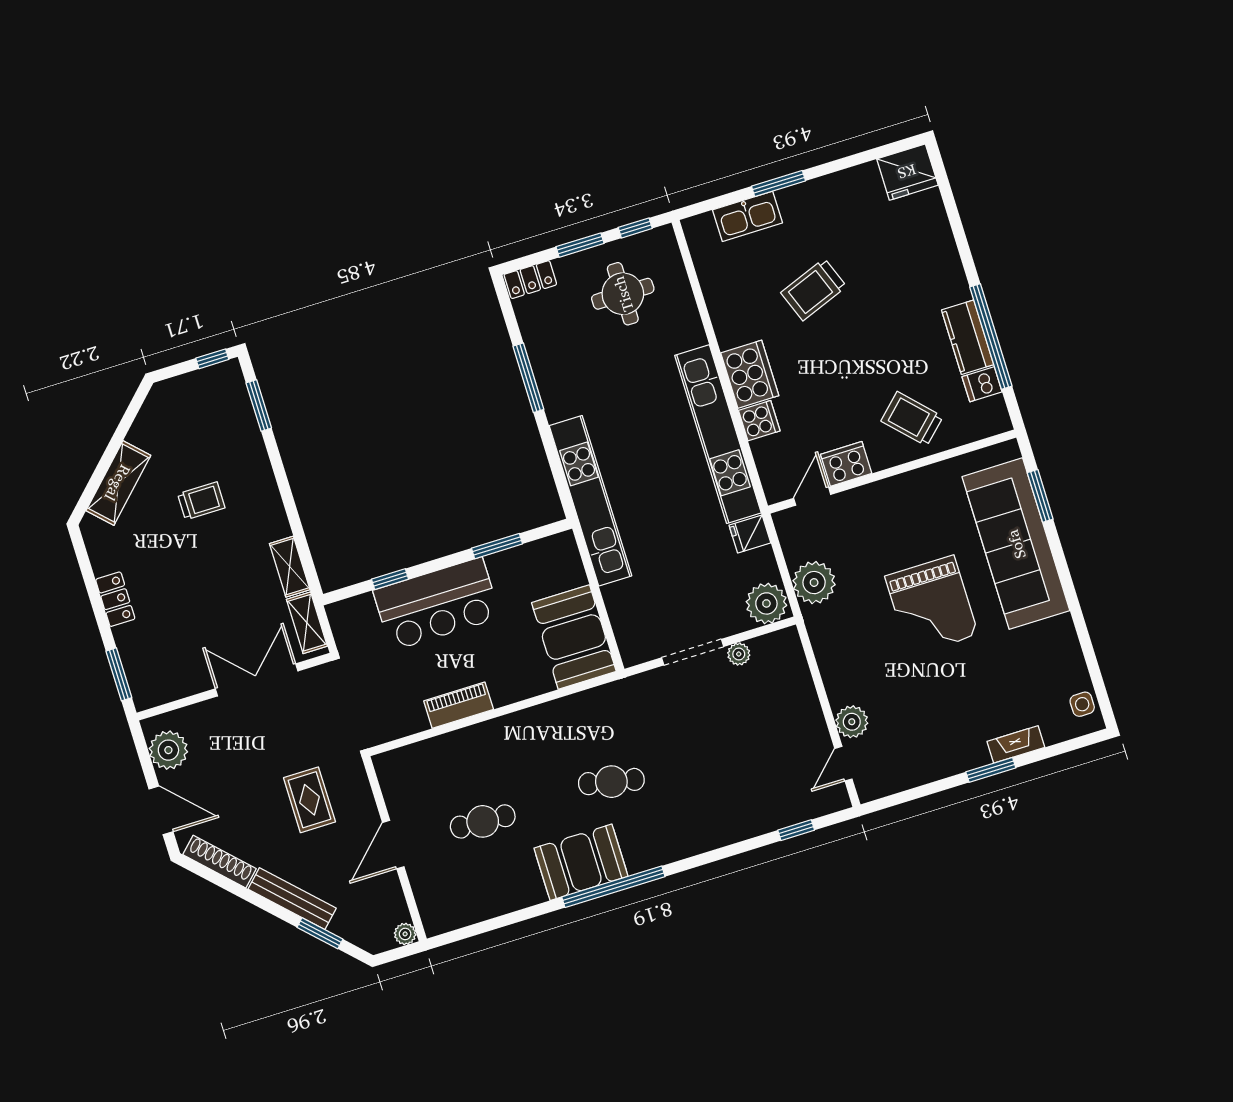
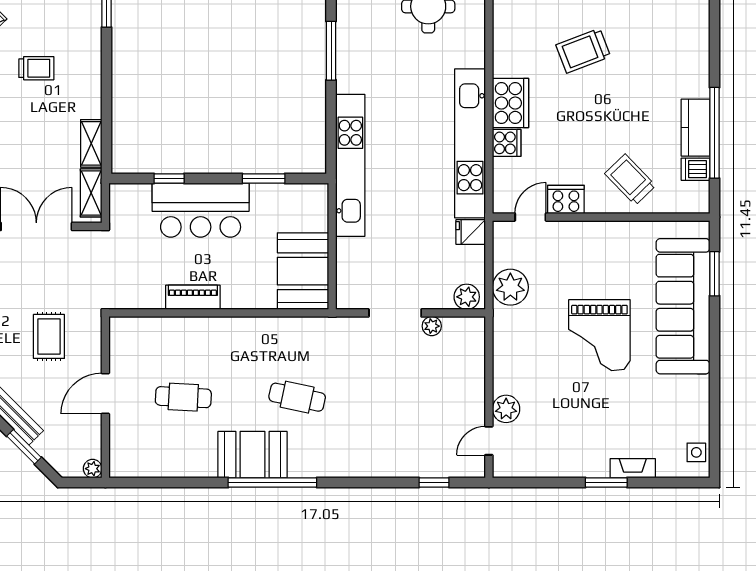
plant: (766, 603) -> (467, 297), width x0.73, depth x0.73

